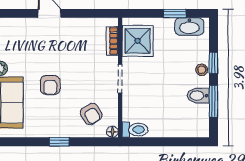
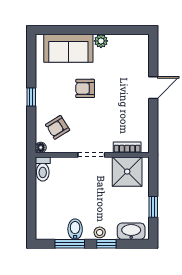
washbasin: (189, 27) -> (131, 231), moved, turned 90

